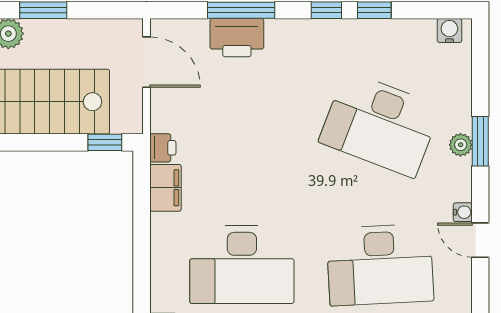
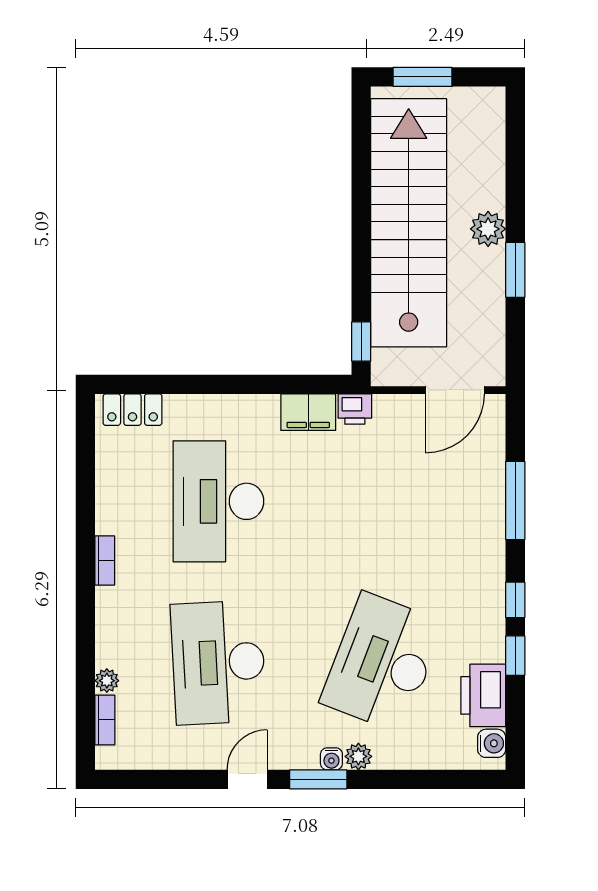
printer: (237, 38) -> (483, 695), moved
window: (480, 141) -> (318, 779), moved
water cooler: (463, 212) -> (331, 759), moved

